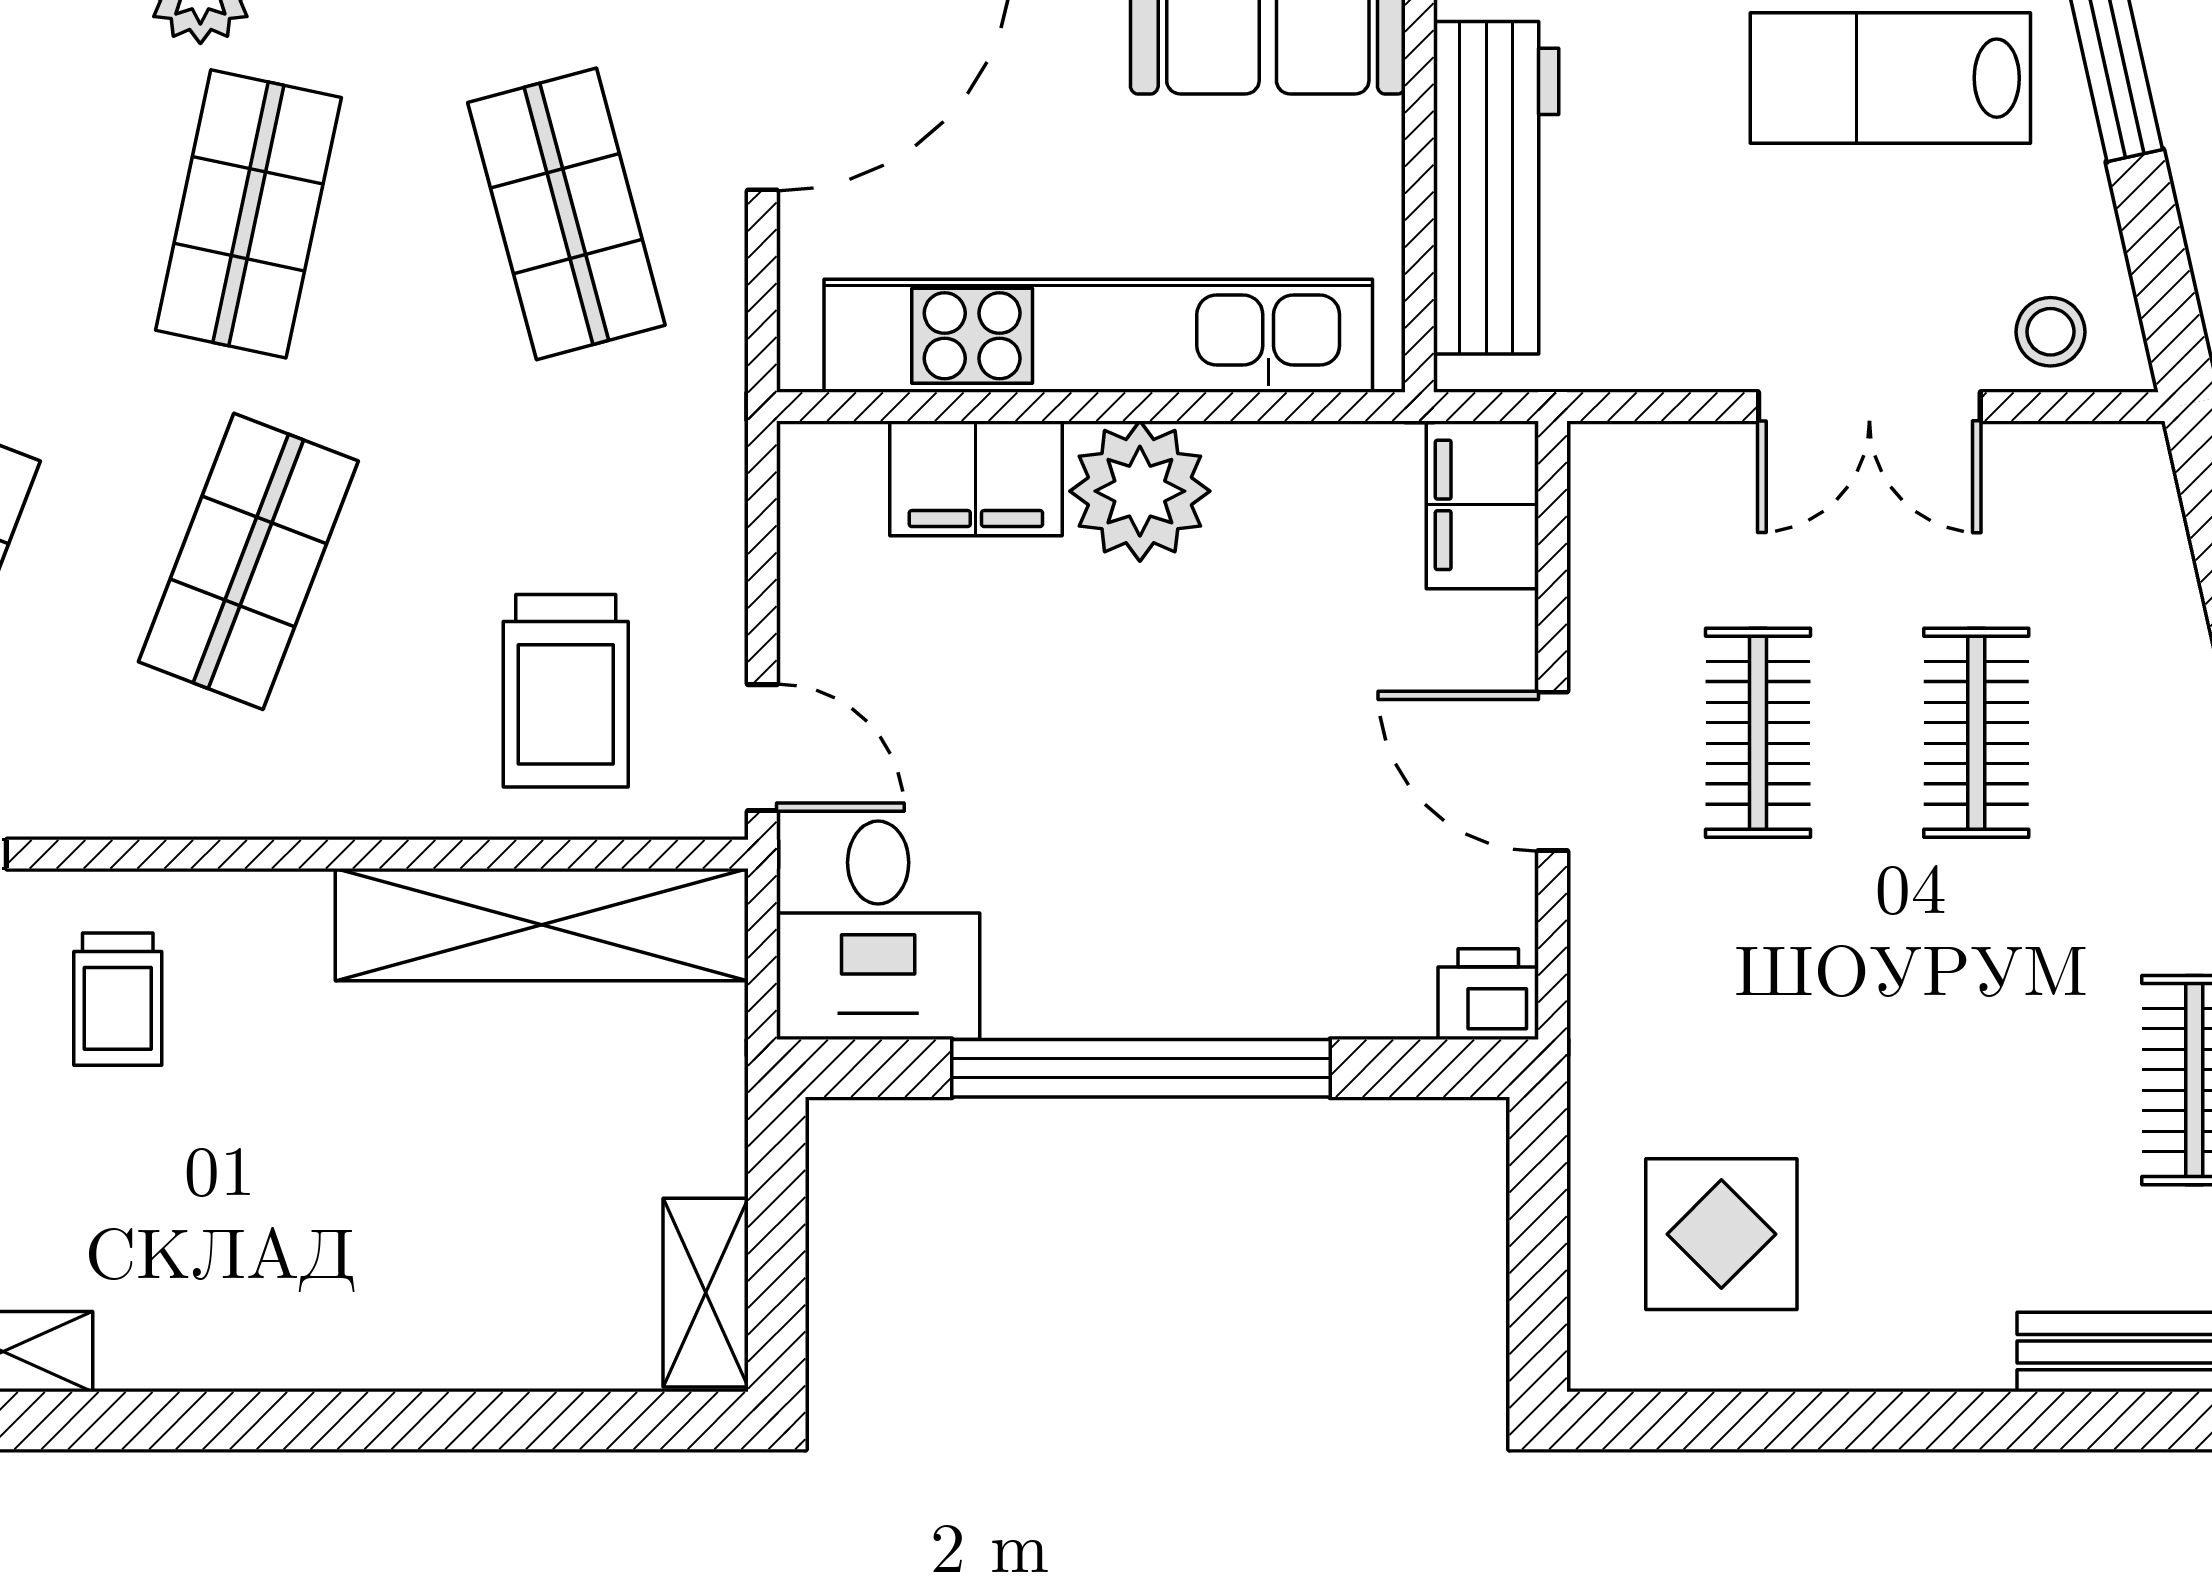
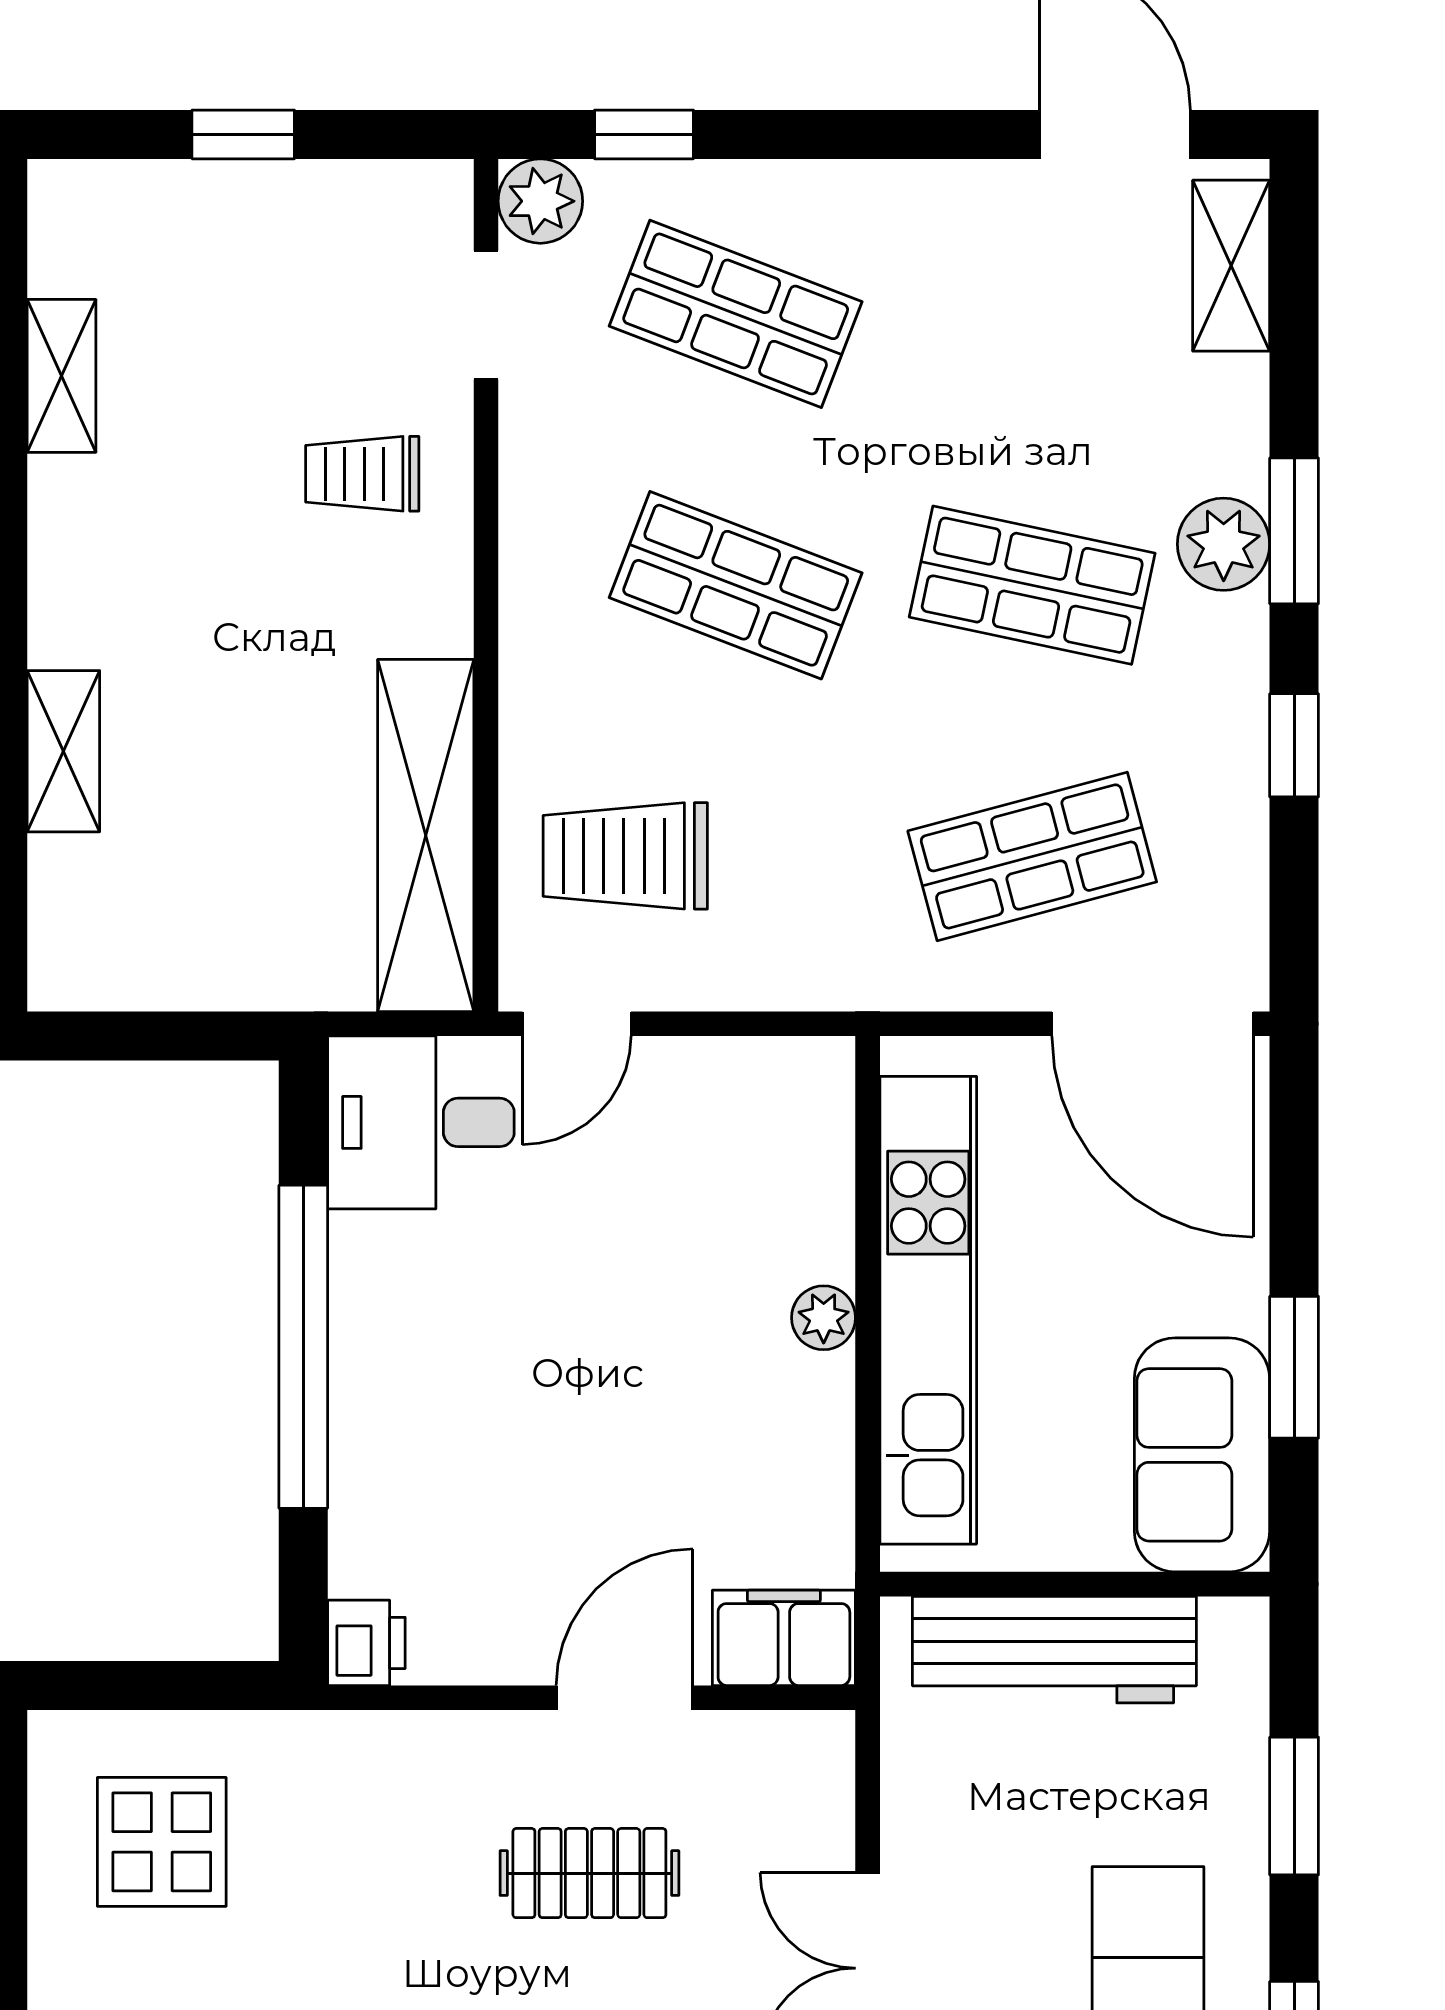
filing cabinet: (976, 478) -> (807, 1206), removed
plant: (1140, 491) -> (824, 1318), width x0.53, depth x0.53
door: (1553, 771) -> (625, 1698), moved
shelving: (706, 1293) -> (63, 751), moved, turned 90

